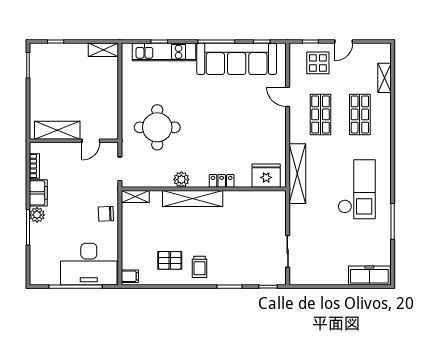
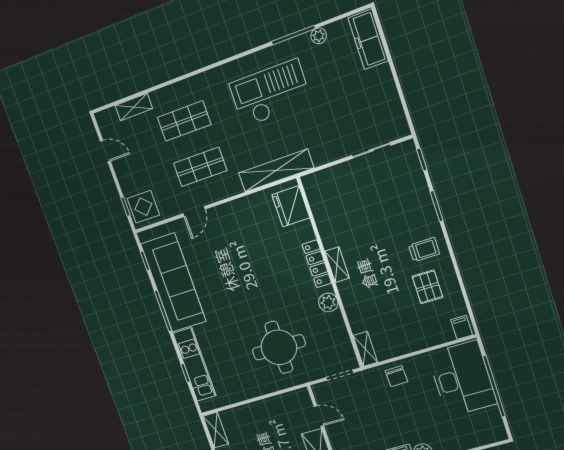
door: (344, 42) -> (105, 151), moved
display table: (318, 63) -> (143, 207), moved
locker: (222, 181) -> (317, 264), width x1.53
shelving: (193, 199) -> (337, 265), width x0.45, depth x0.75
plant: (385, 240) -> (319, 36), added

